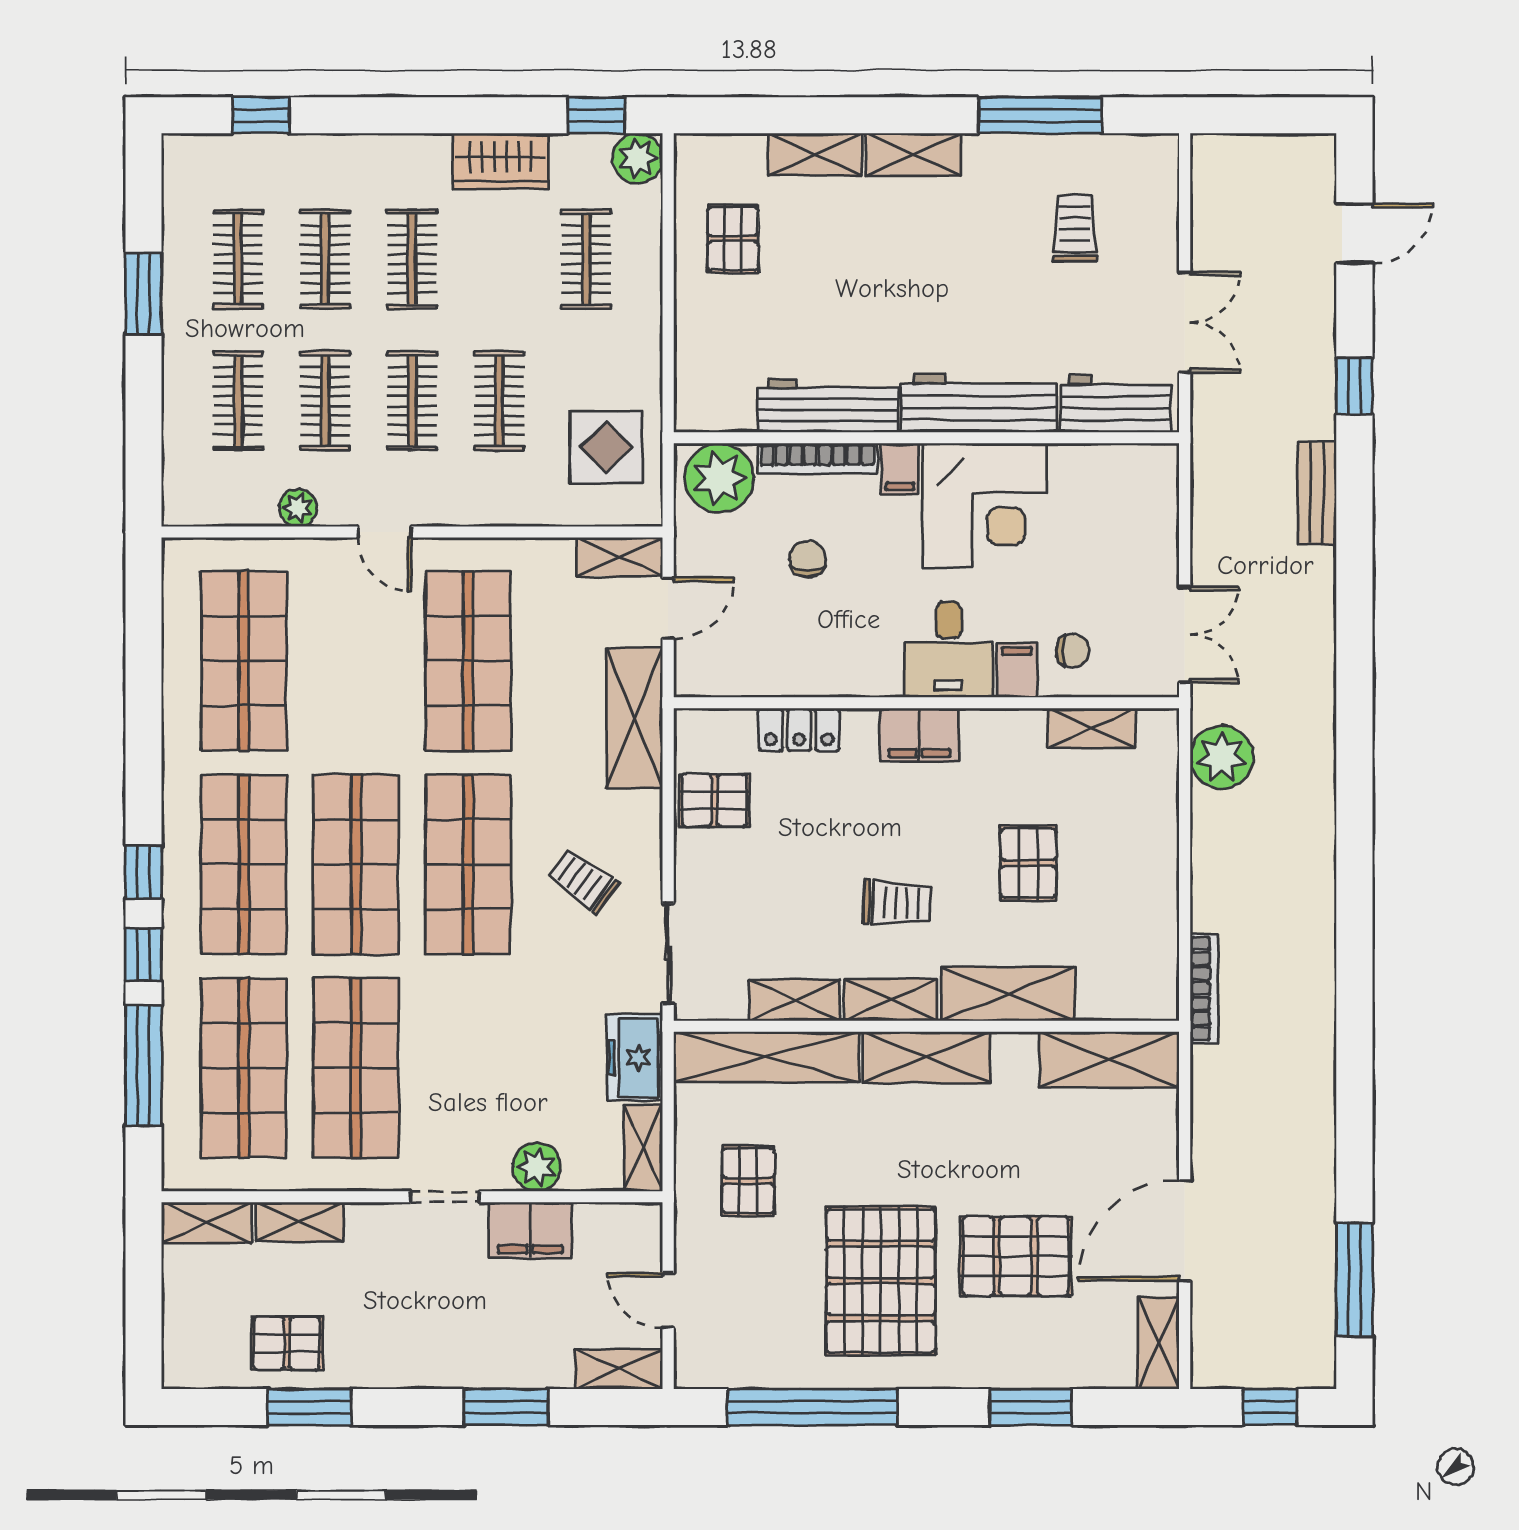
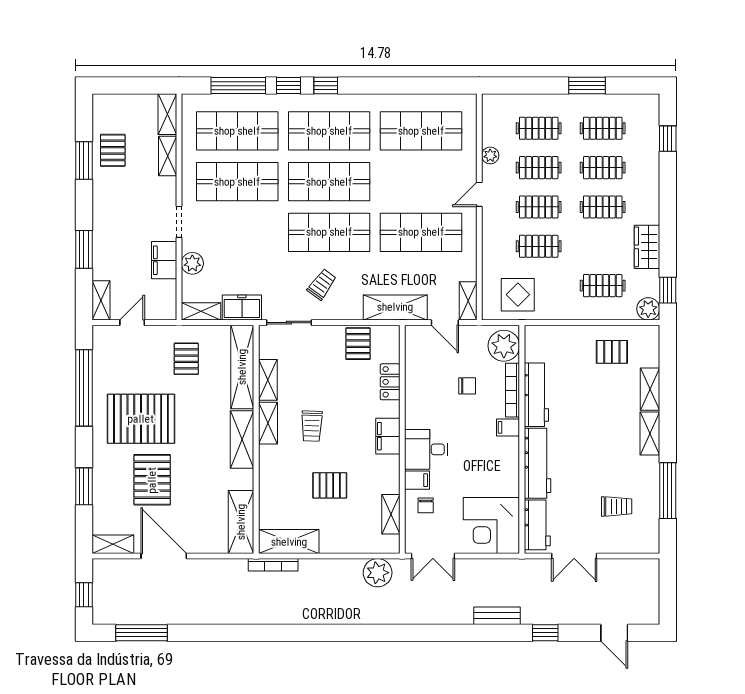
corner desk: (985, 505) -> (491, 525), moved
shelving: (1008, 994) -> (289, 542), moved, turned 90
pallet: (748, 1181) -> (186, 359), turned 90

